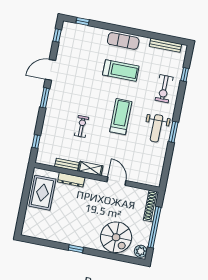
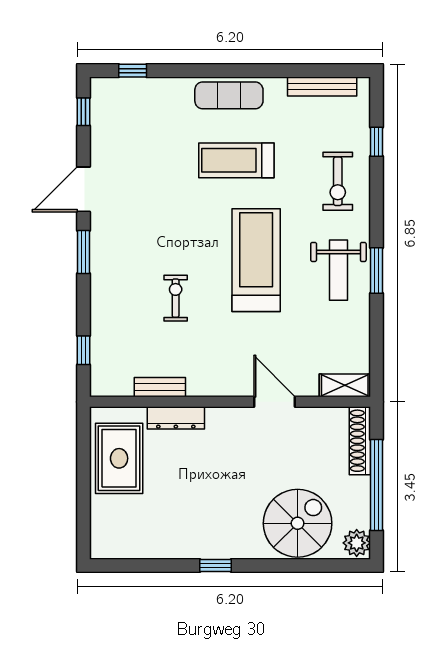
treadmill: (121, 71) -> (236, 160), turned 180
treadmill: (121, 117) -> (256, 260), width x1.37, depth x1.38
shelving: (90, 168) -> (345, 385), moved
spiral stairs: (116, 237) -> (298, 523), turned -90

